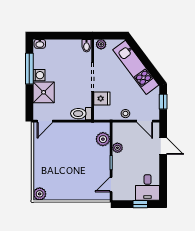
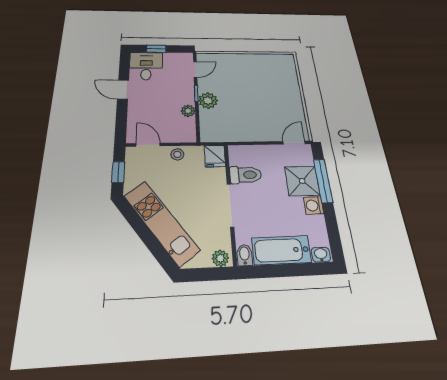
bathtub: (64, 48) -> (281, 250), added
window: (29, 69) -> (323, 181), moved
fridge: (102, 99) -> (215, 156), moved, turned -90
toilet: (81, 114) -> (246, 175), moved
plant: (103, 139) -> (208, 101), moved
door: (163, 146) -> (123, 90), moved
plant: (40, 194) -> (287, 60), removed

